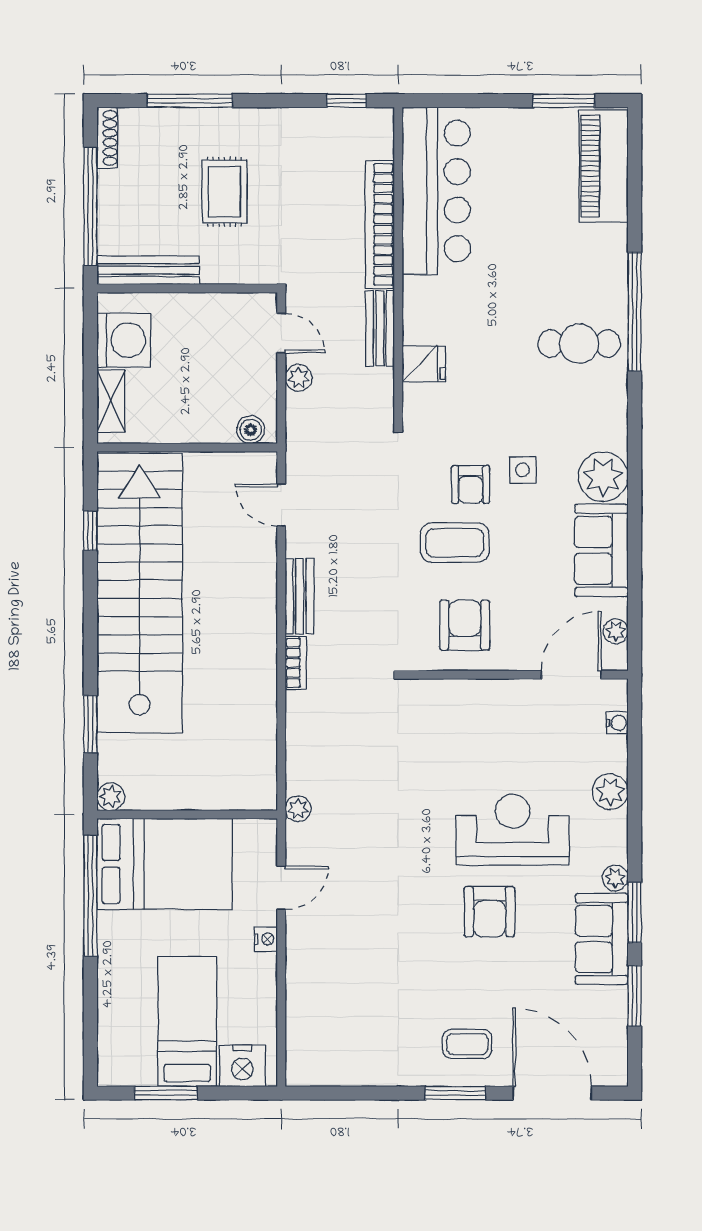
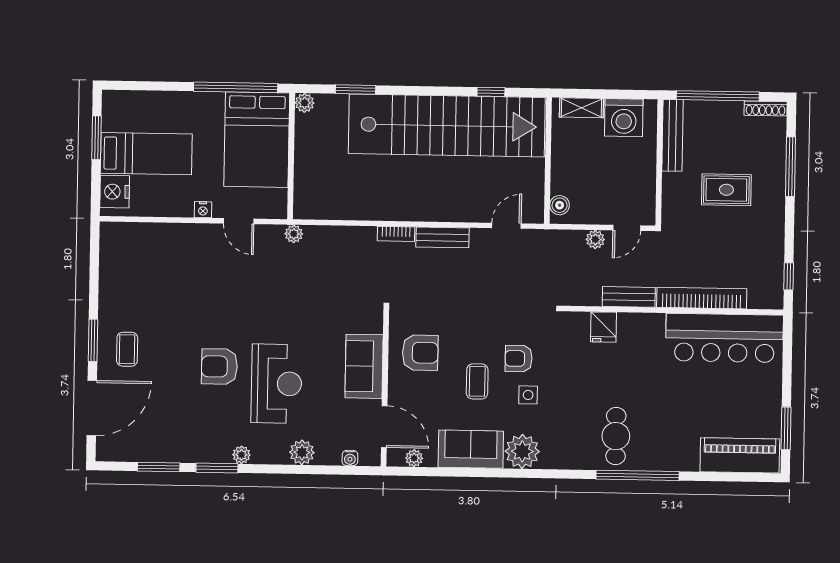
coffee table: (455, 543) -> (477, 381), moved, width x0.73, depth x0.77
sofa: (602, 939) -> (364, 366), moved, turned -90

